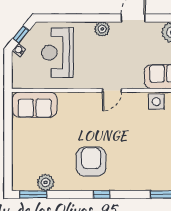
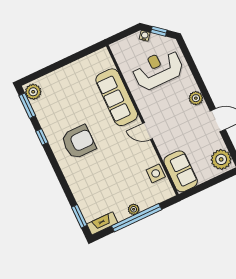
sofa: (35, 105) -> (117, 97), moved, width x1.36
plant: (46, 182) -> (33, 92), moved
window: (102, 194) -> (42, 137), moved

